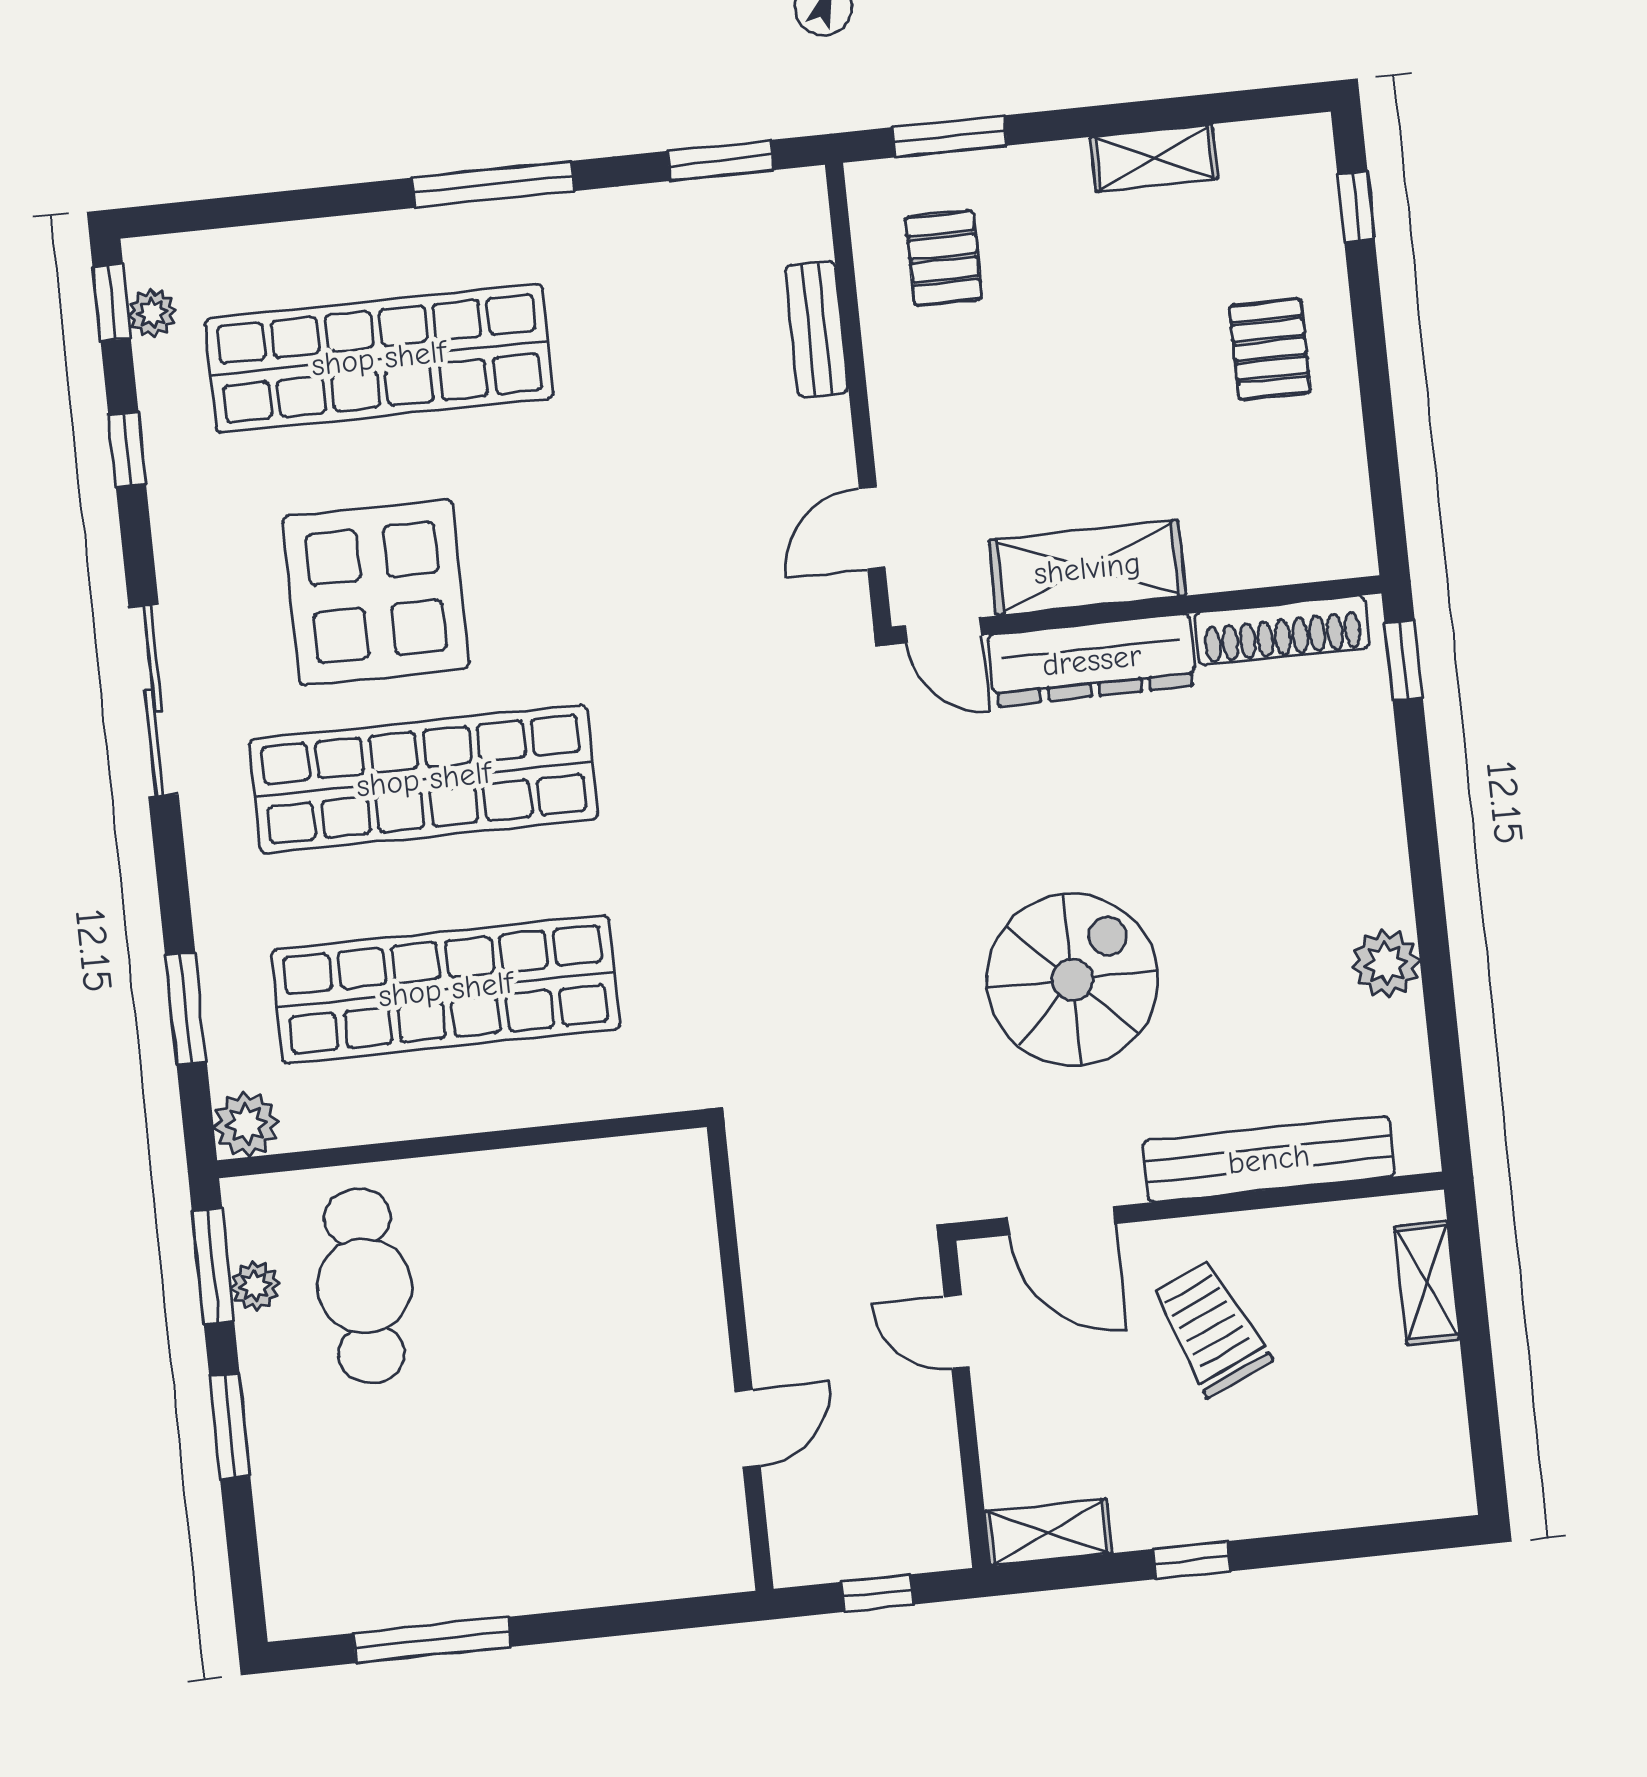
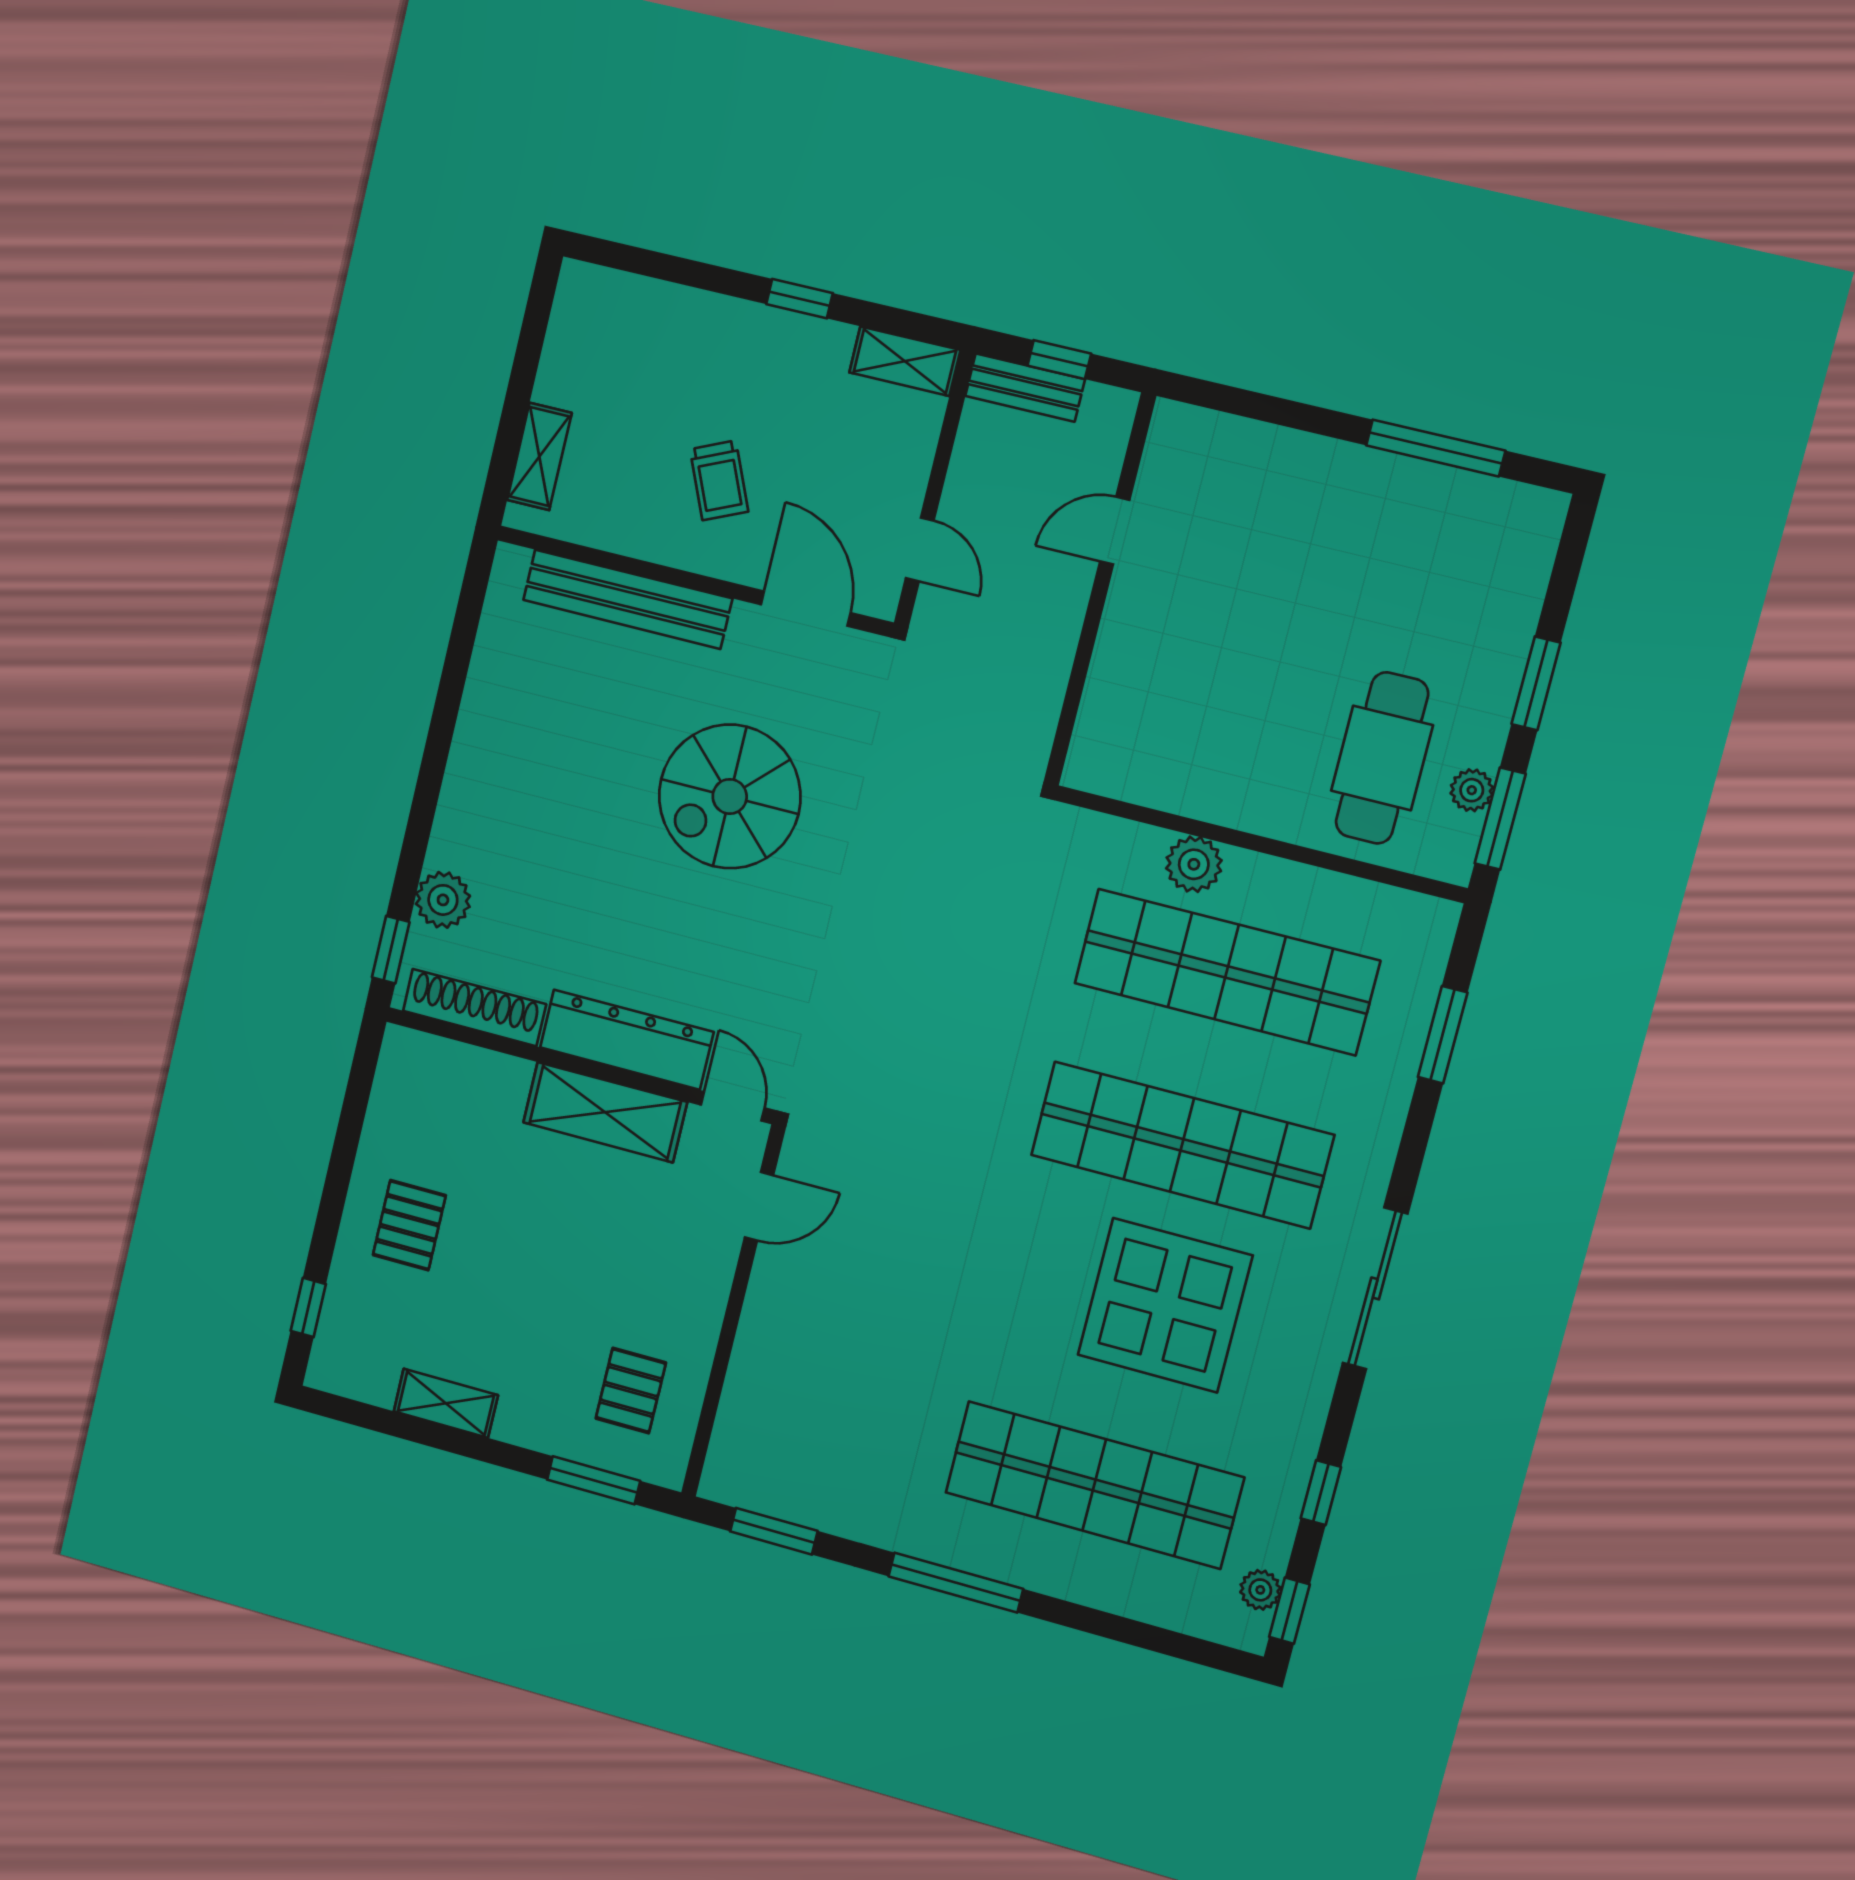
bench: (817, 329) -> (1025, 388), moved, turned 90
plant: (1386, 964) -> (443, 900), moved
plant: (246, 1124) -> (1194, 864), moved
trolley: (1211, 1328) -> (719, 480), width x0.73, depth x0.72

